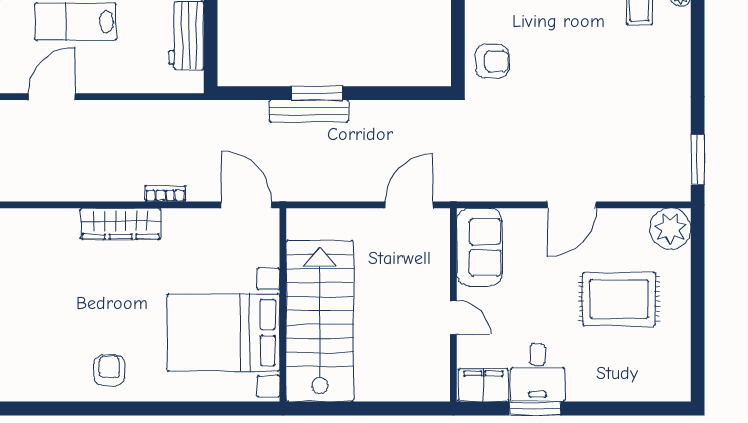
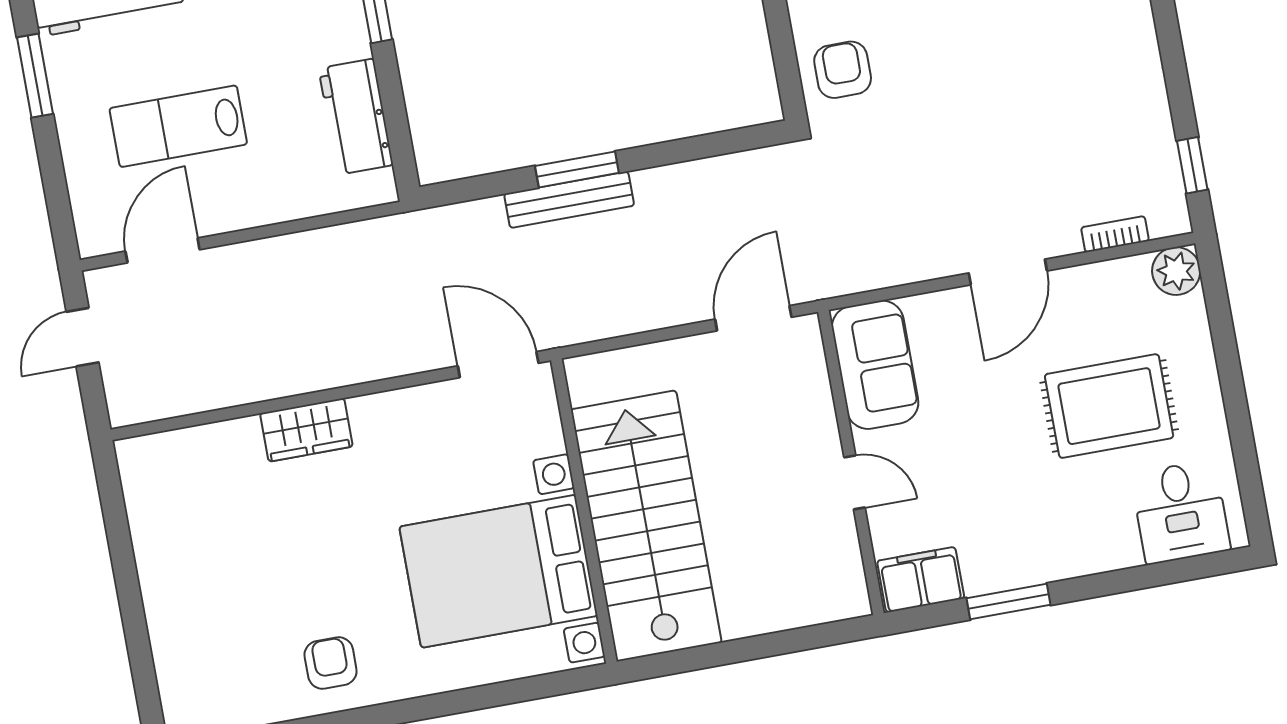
armchair: (492, 61) -> (843, 70), turned -90
window: (698, 160) -> (1192, 165), width x0.67
bookcase: (165, 193) -> (1115, 234), moved
wardrobe: (121, 224) -> (306, 430), width x0.67
plant: (670, 229) -> (1176, 271), width x0.73, depth x0.73
desk: (537, 372) -> (1181, 512), moved

